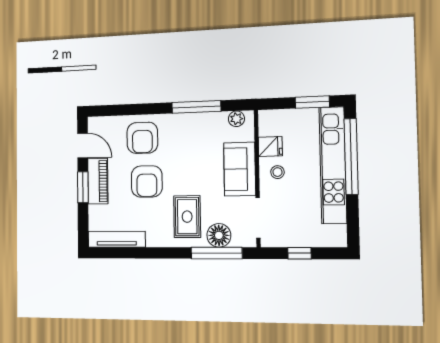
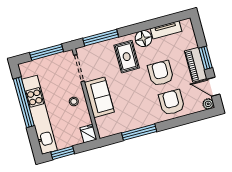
plant: (236, 119) -> (208, 104), moved
fridge: (270, 146) -> (88, 134), moved, turned 90
window: (351, 156) -> (24, 102), moved
floor lamp: (219, 235) -> (143, 39), moved
tv unit: (117, 239) -> (166, 30), width x0.71
window: (299, 253) -> (47, 52), width x2.17

